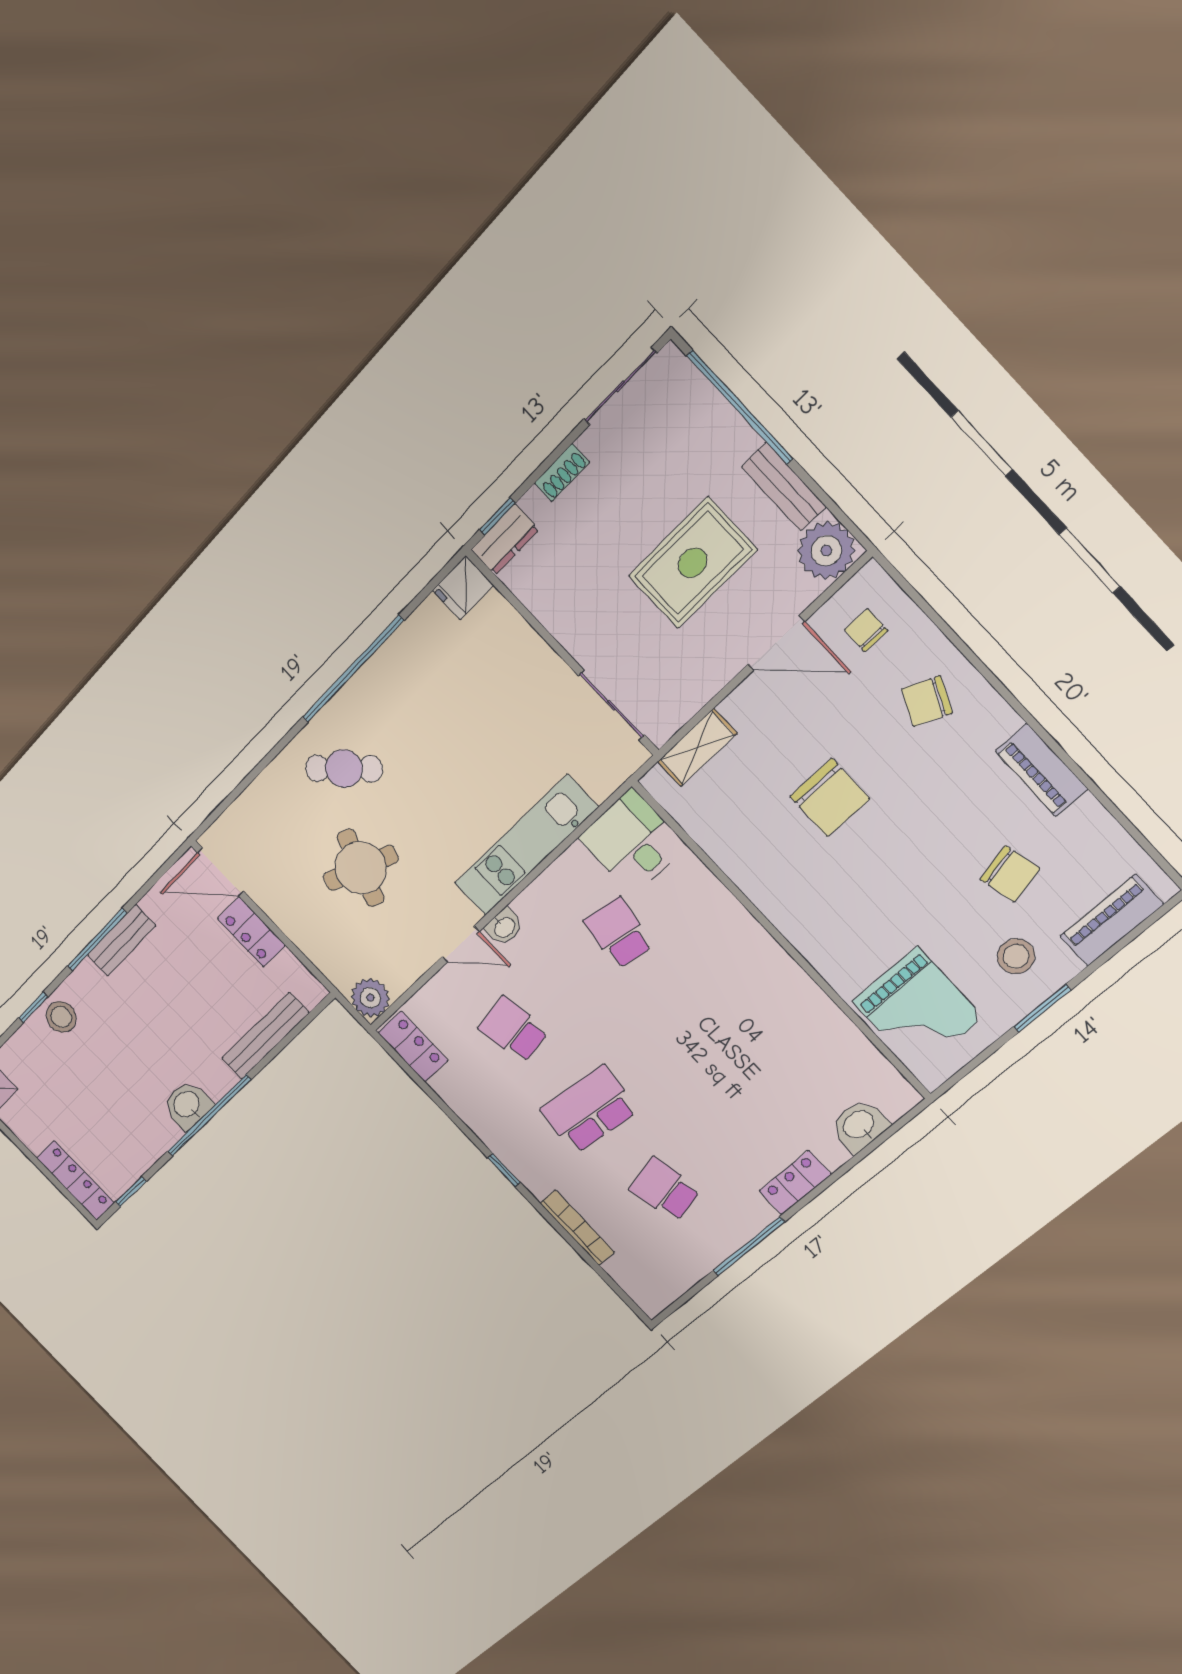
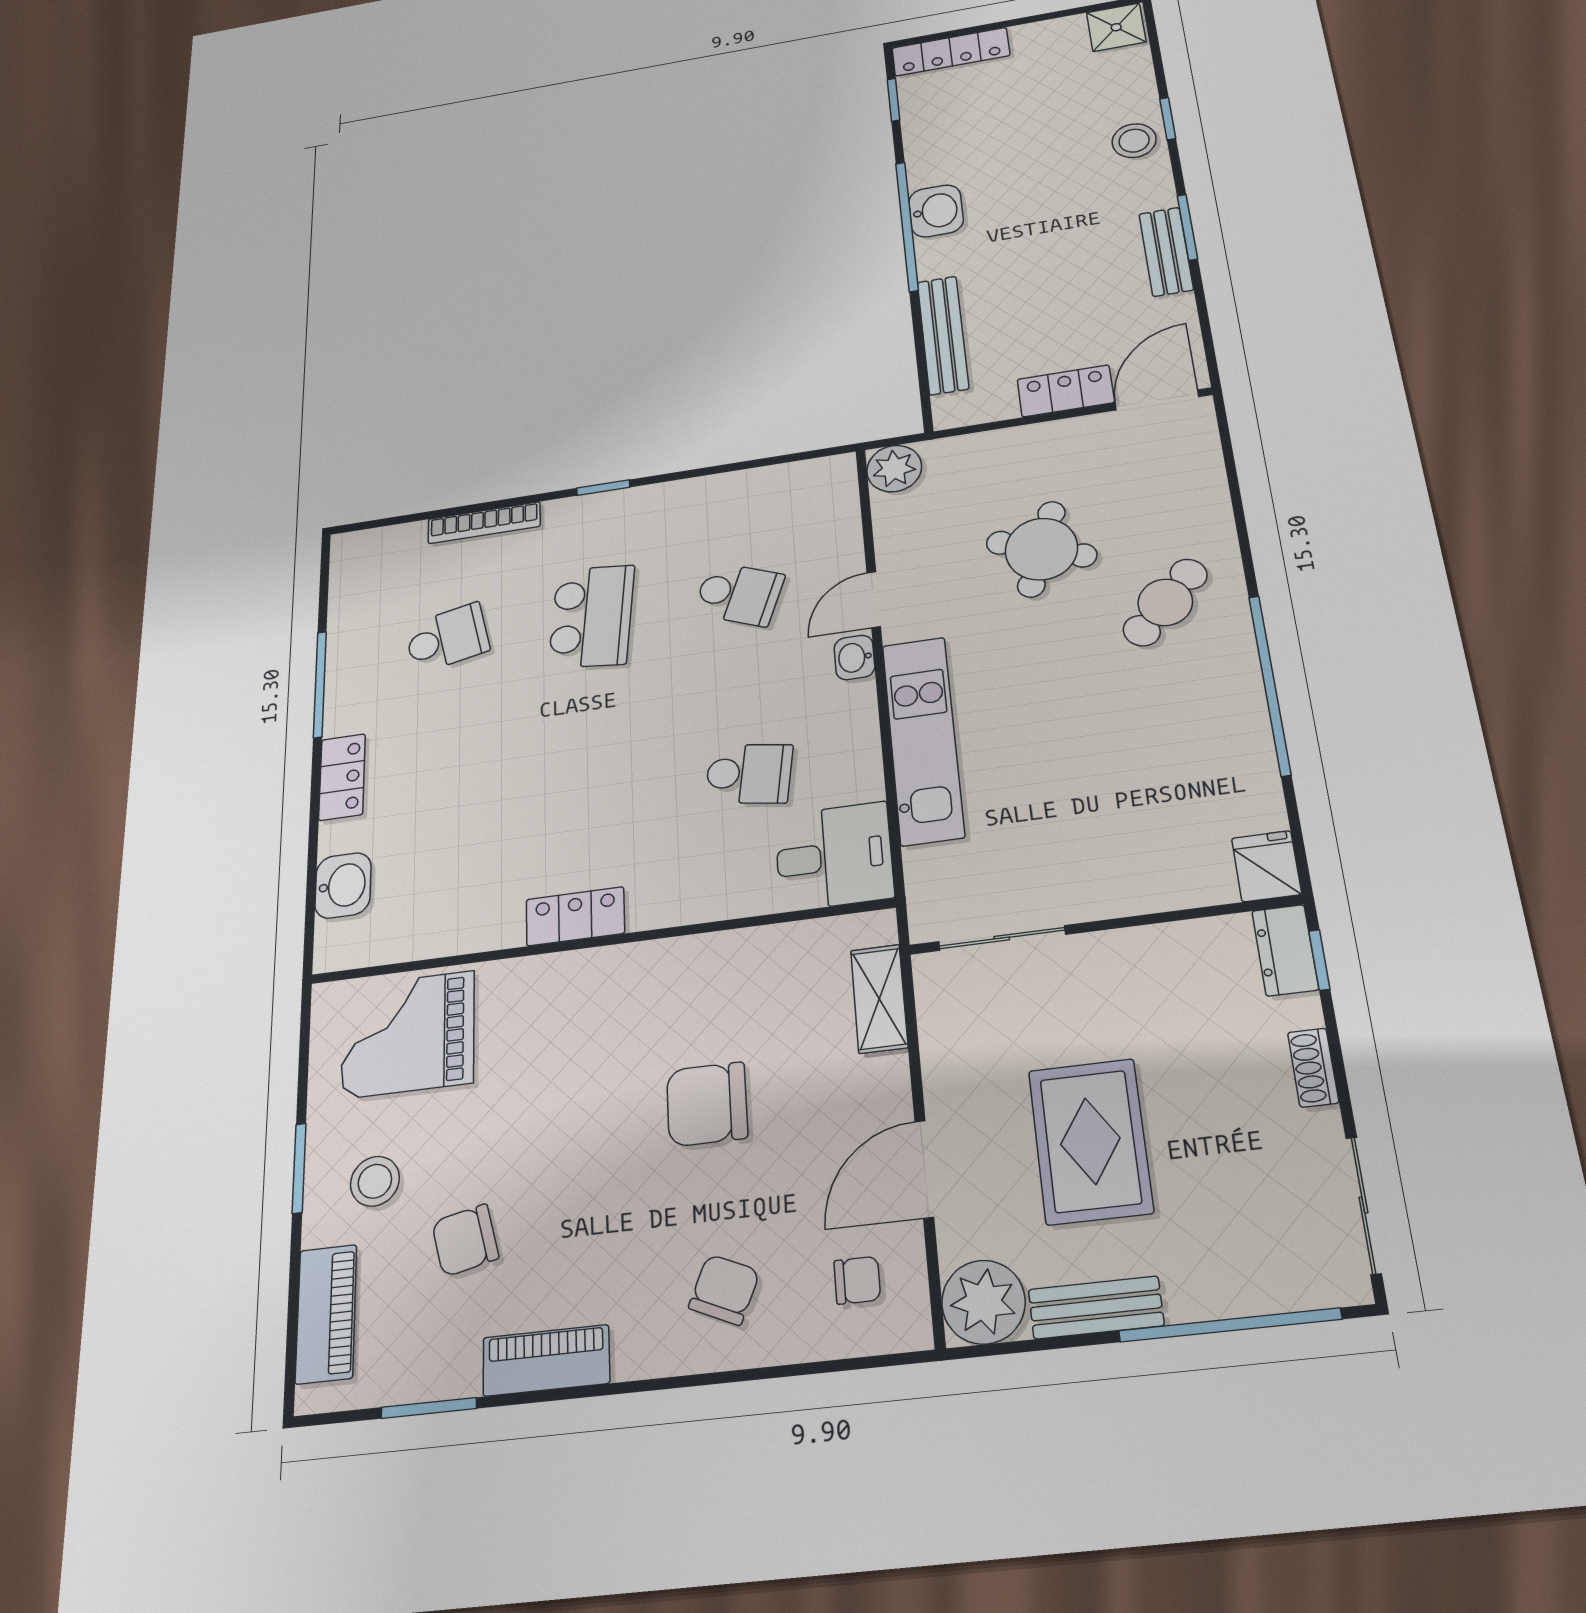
window: (1118, 815) -> (429, 1408), added
window: (97, 940) -> (1187, 227), width x0.69
school desk: (513, 1030) -> (739, 594), turned 30
locker: (413, 1047) -> (575, 916), moved, turned 180

